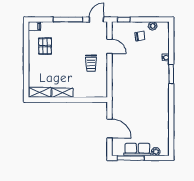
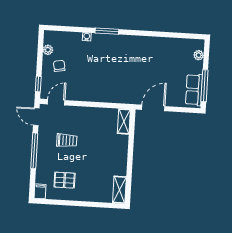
door: (110, 46) -> (56, 102), moved
trolley: (91, 63) -> (67, 140), moved
shelving: (62, 93) -> (124, 121), moved
door: (110, 129) -> (153, 108), moved
row of seats: (137, 150) -> (194, 90), moved

